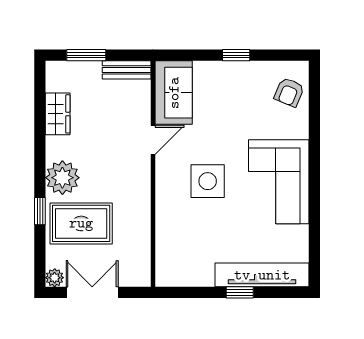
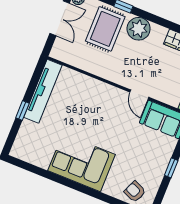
side table: (208, 181) -> (100, 118), removed
tv unit: (262, 275) -> (43, 91), moved

